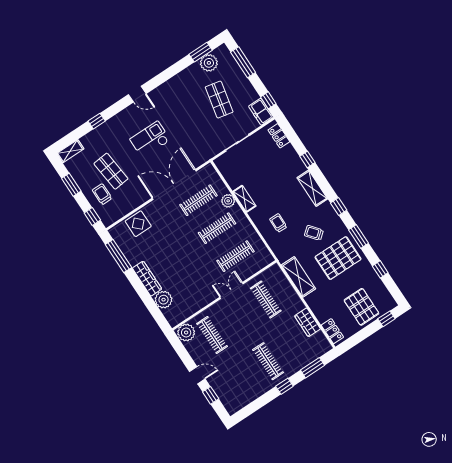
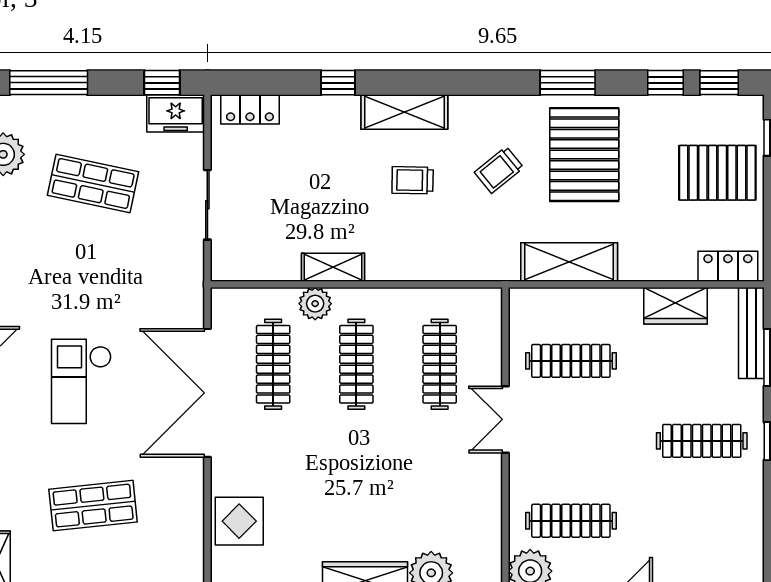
trolley: (102, 194) -> (129, 555), removed
window: (339, 207) -> (719, 83), moved
trolley: (278, 223) -> (413, 180), moved
bench: (315, 354) -> (751, 333), added

